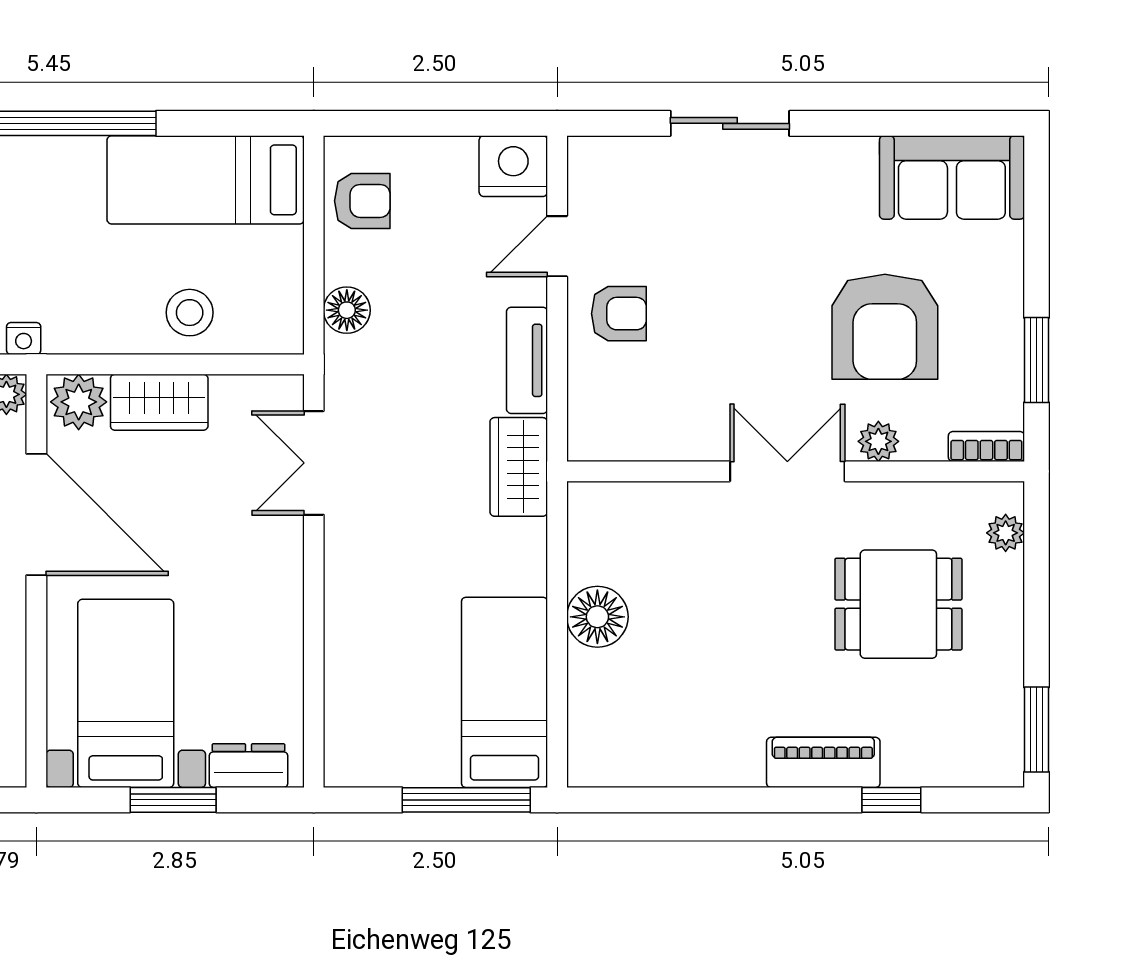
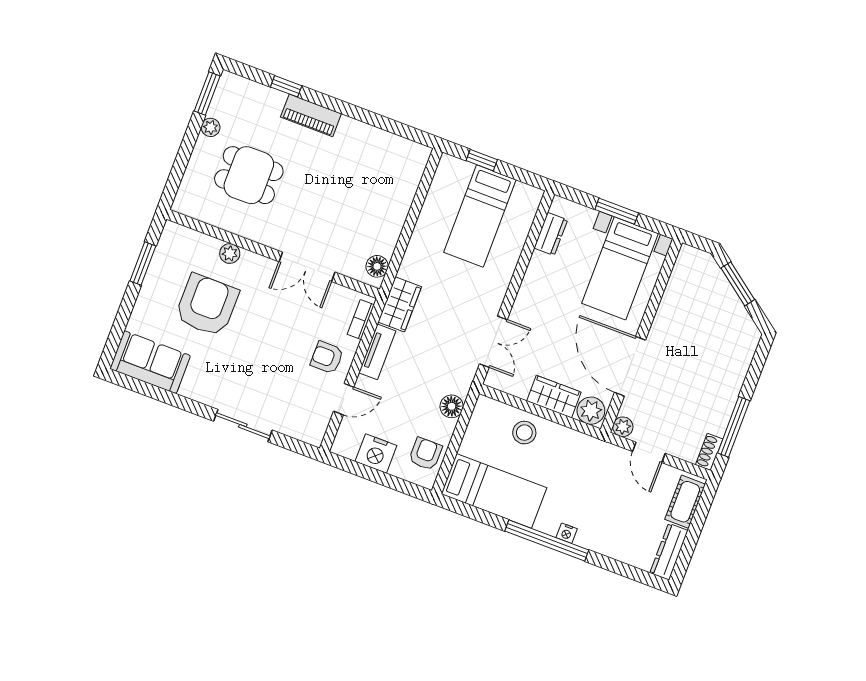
nightstand: (513, 166) -> (376, 453), moved
armchair: (362, 201) -> (425, 454), turned 90
nightstand: (24, 338) -> (567, 533), moved, turned 180
bookcase: (986, 446) -> (361, 319), moved, turned 90
double door: (787, 471) -> (307, 267), moved
plant: (1006, 533) -> (211, 127), moved
floor lamp: (597, 617) -> (377, 266), moved, width x0.73, depth x0.73
bed: (504, 692) -> (480, 216), moved
dresser: (248, 766) -> (551, 234), moved, turned -90
window: (466, 800) -> (482, 160), width x0.46

